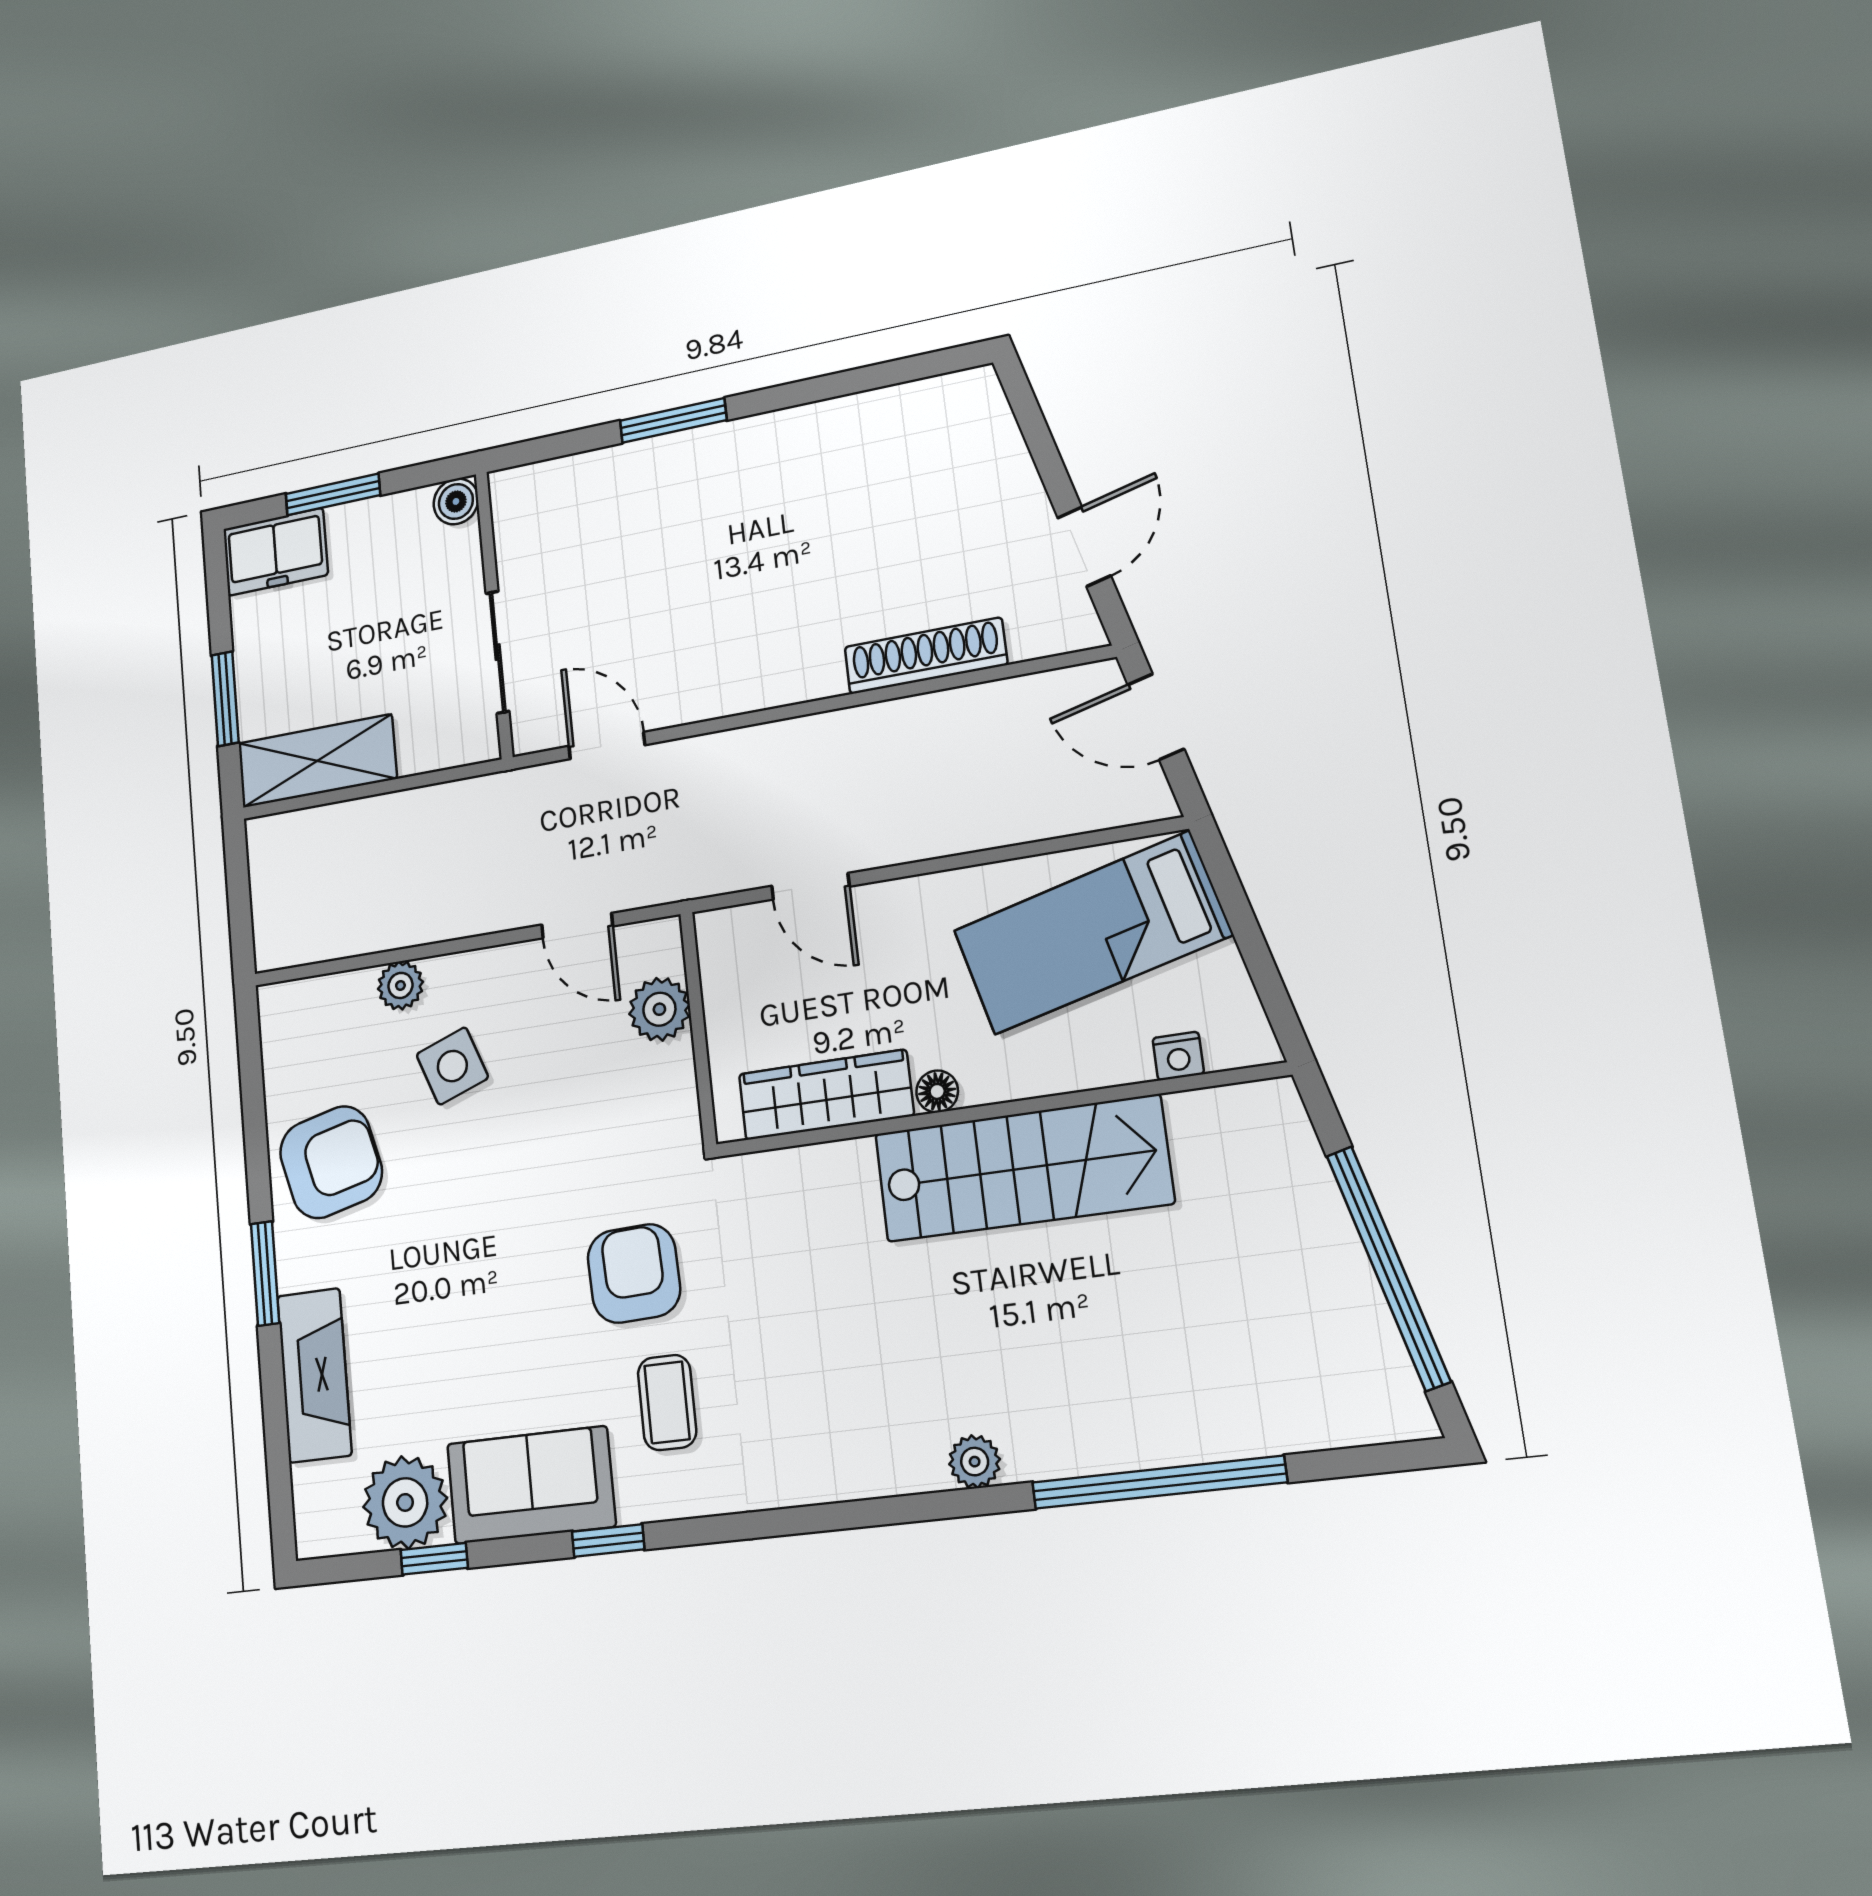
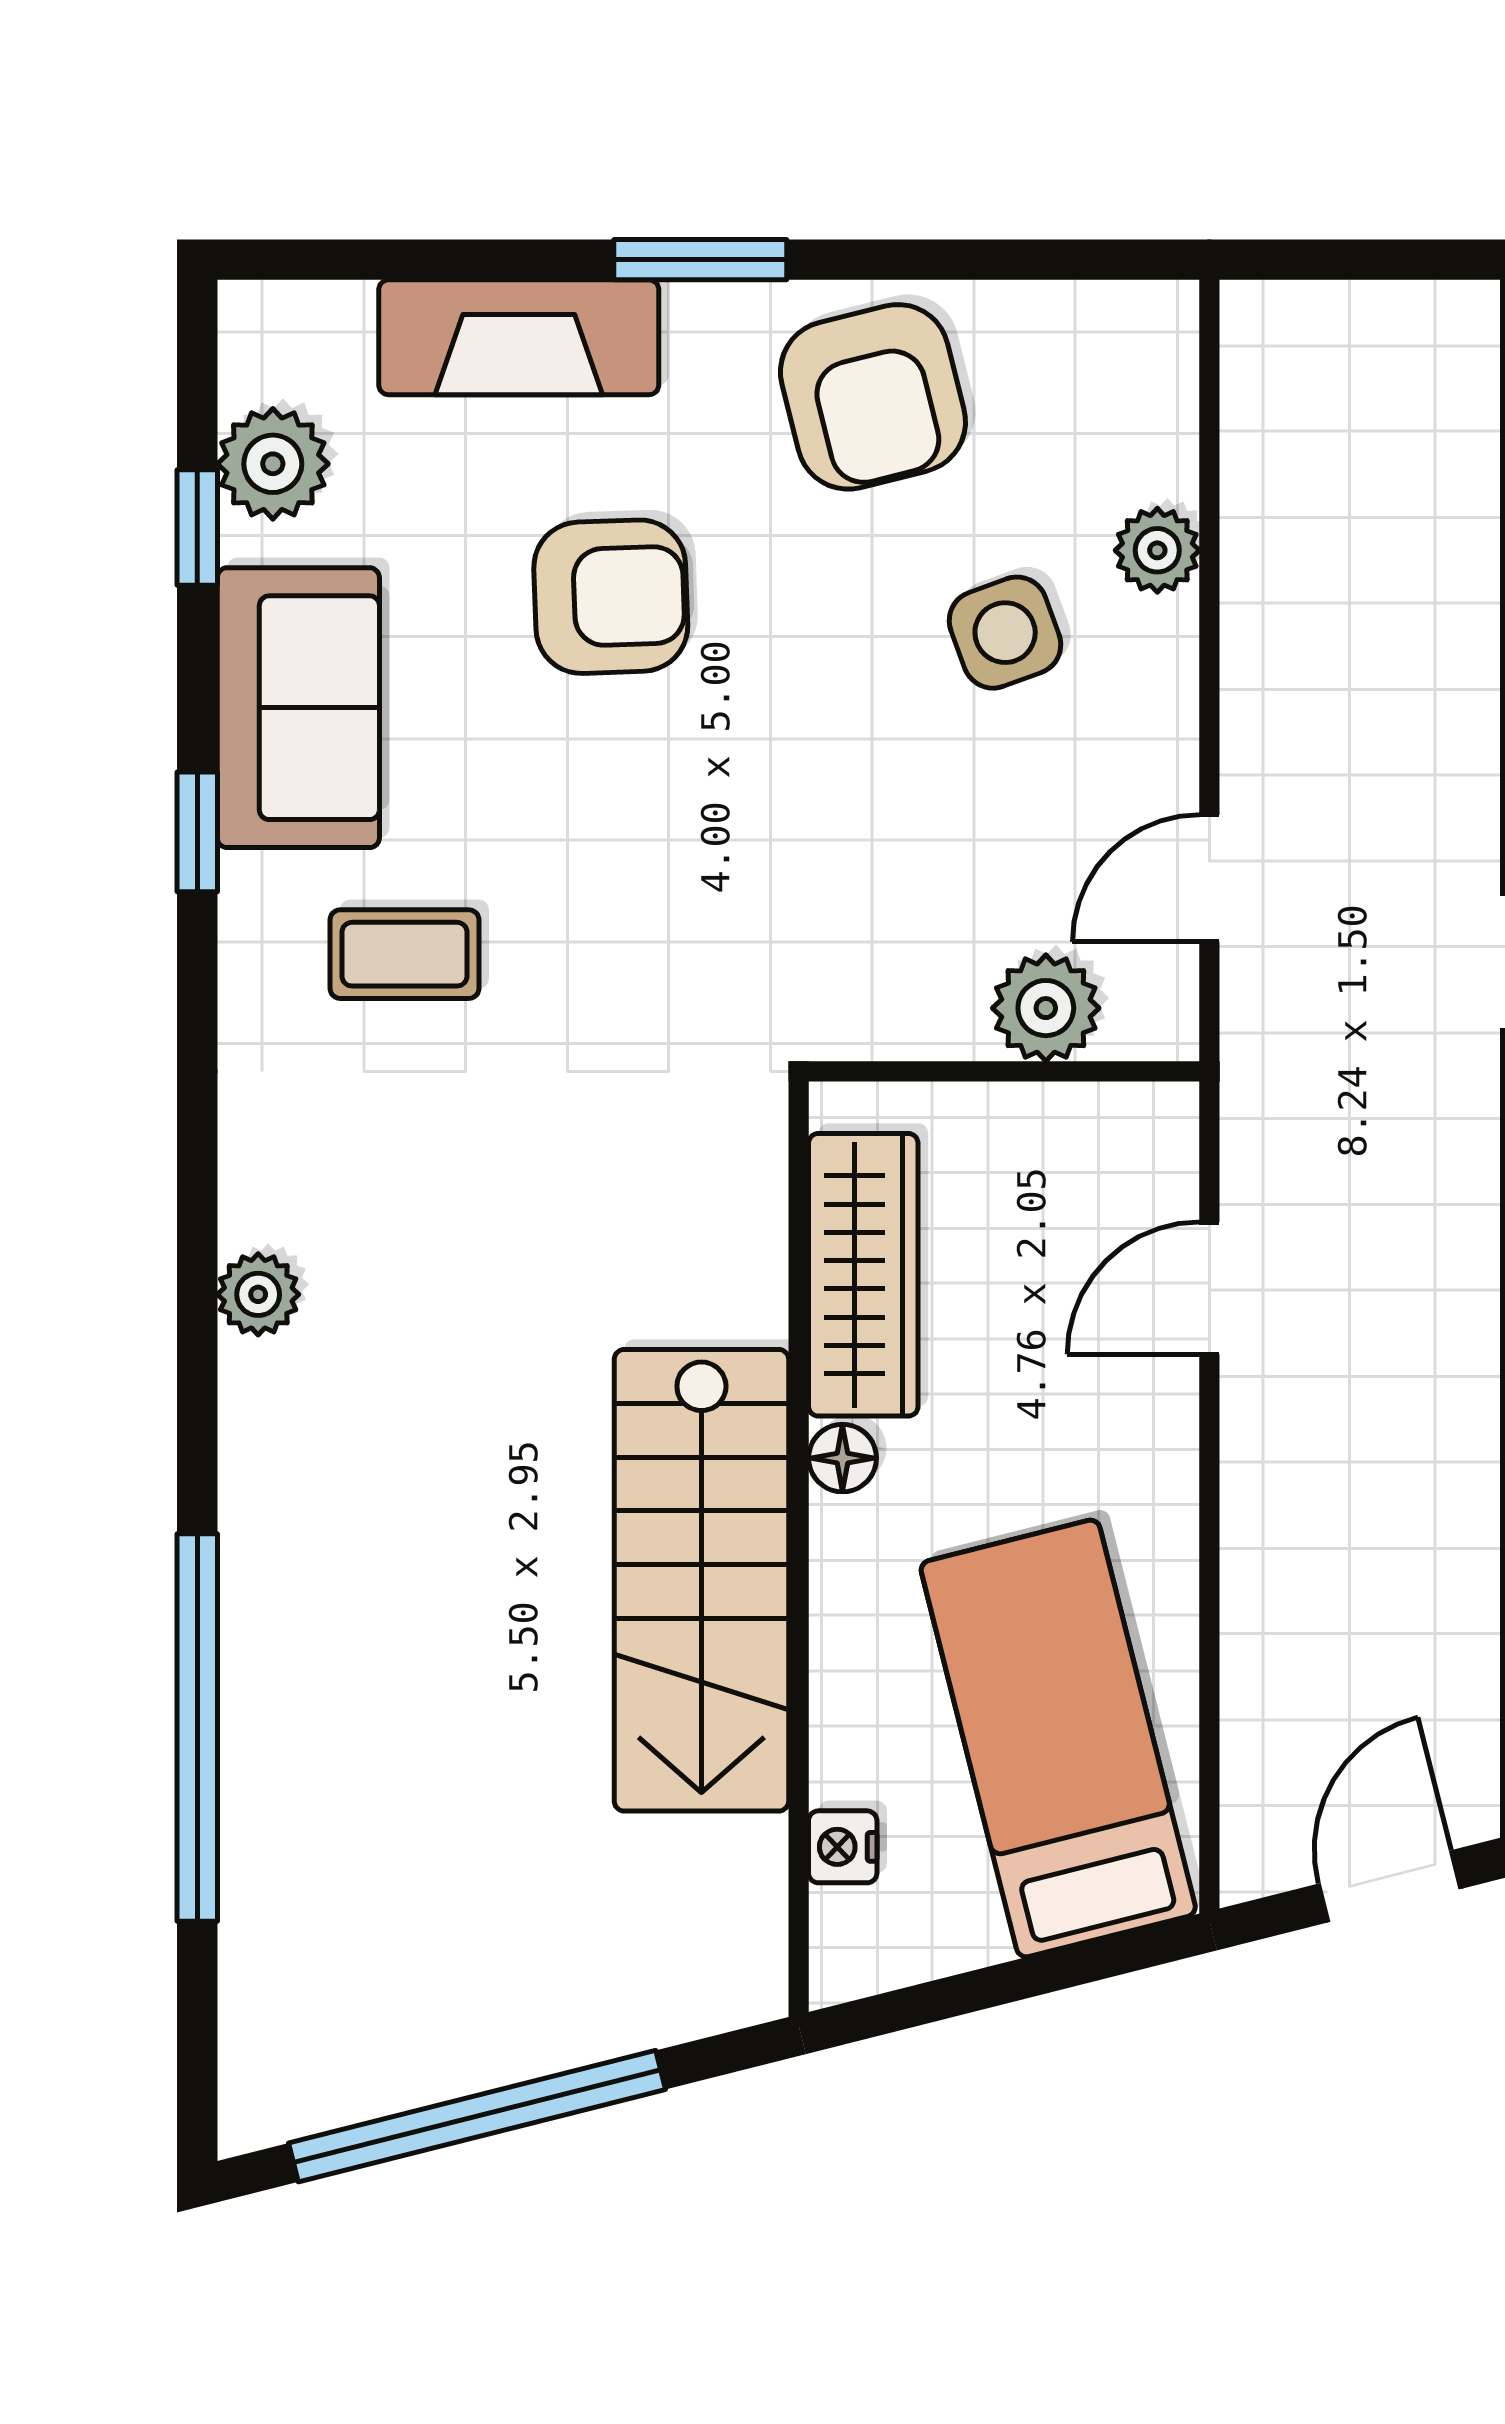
armchair: (634, 1273) -> (611, 597), moved
plant: (975, 1462) -> (258, 1294), moved
plant: (405, 1502) -> (273, 464), width x0.73, depth x0.73

